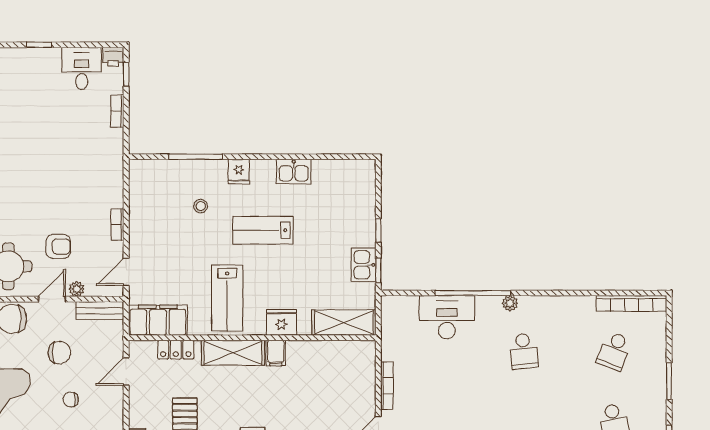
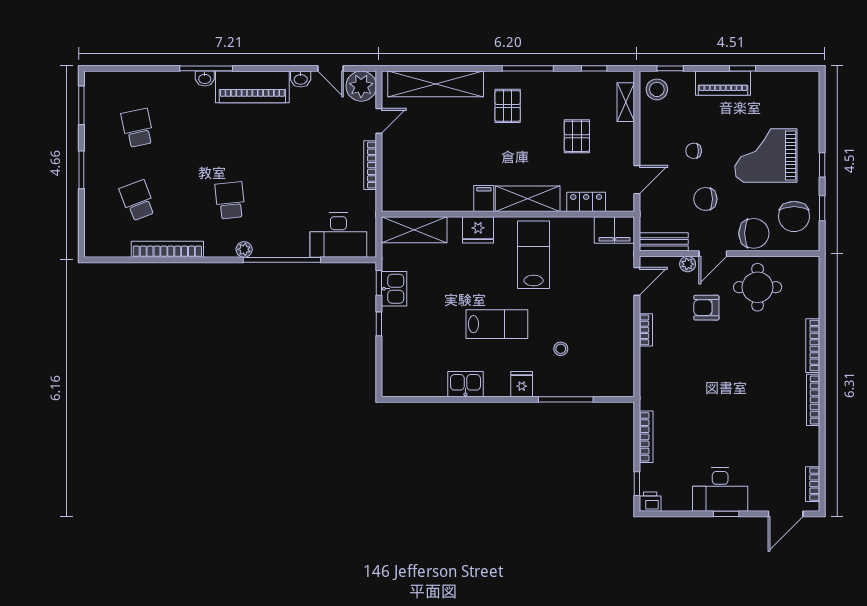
desk: (82, 69) -> (720, 490), moved, width x1.37
bookcase: (117, 111) -> (646, 437), width x1.56
bookcase: (632, 303) -> (167, 249), moved
desk: (447, 317) -> (338, 235), moved
filing cabinet: (158, 320) -> (614, 230), width x0.67, depth x0.86
school desk: (614, 351) -> (138, 200), turned -42
chair: (71, 400) -> (694, 151), turned 180

